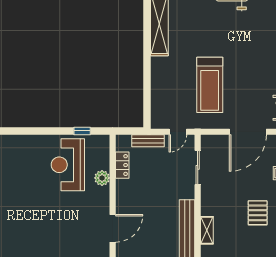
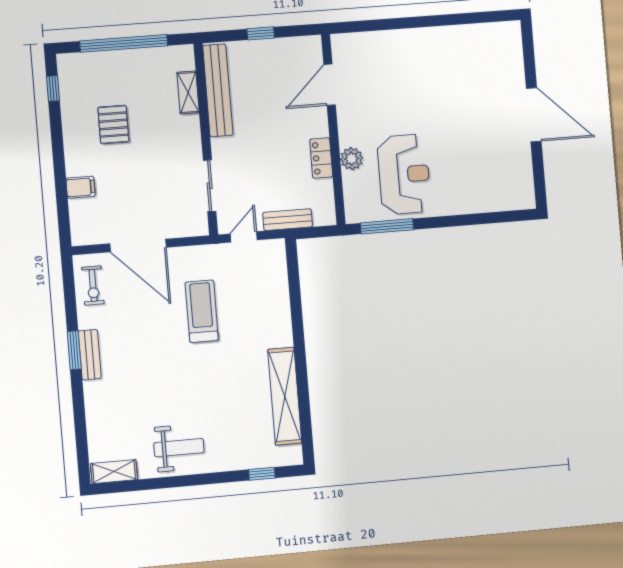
treadmill: (210, 85) -> (202, 311), width x0.73, depth x0.73
window: (82, 131) -> (387, 226), width x2.17
door: (248, 132) -> (138, 245), swing flipped
locker: (122, 165) -> (321, 158), moved

